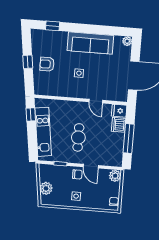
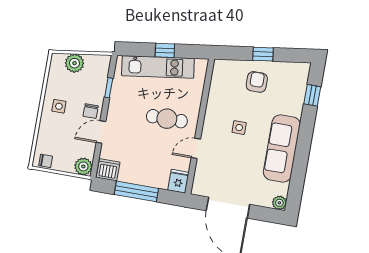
window: (31, 114) -> (165, 50), moved
dishwasher: (119, 125) -> (108, 170), moved
cafe table: (78, 137) -> (167, 119), moved

